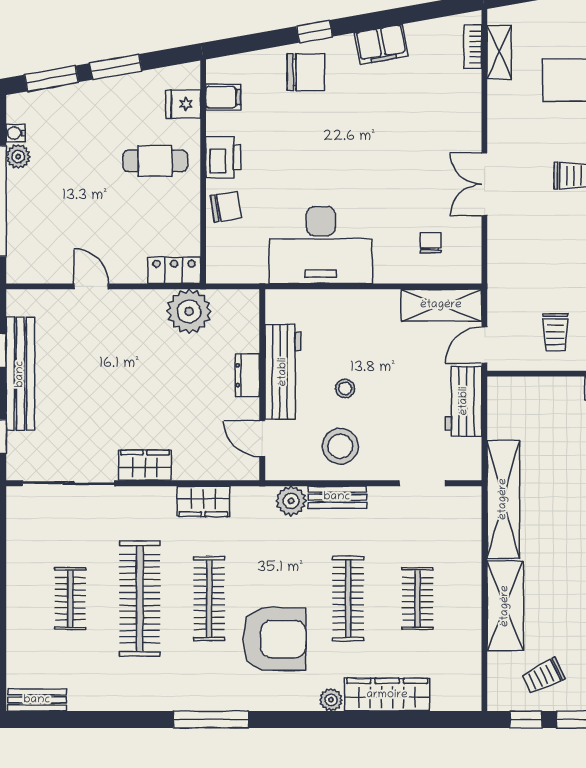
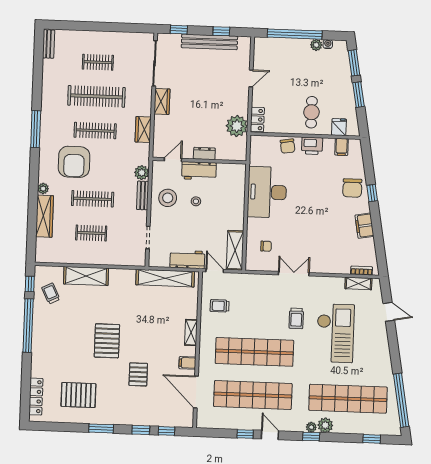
workbench: (283, 372) -> (199, 171), width x0.73
shelving: (503, 499) -> (165, 278), moved

